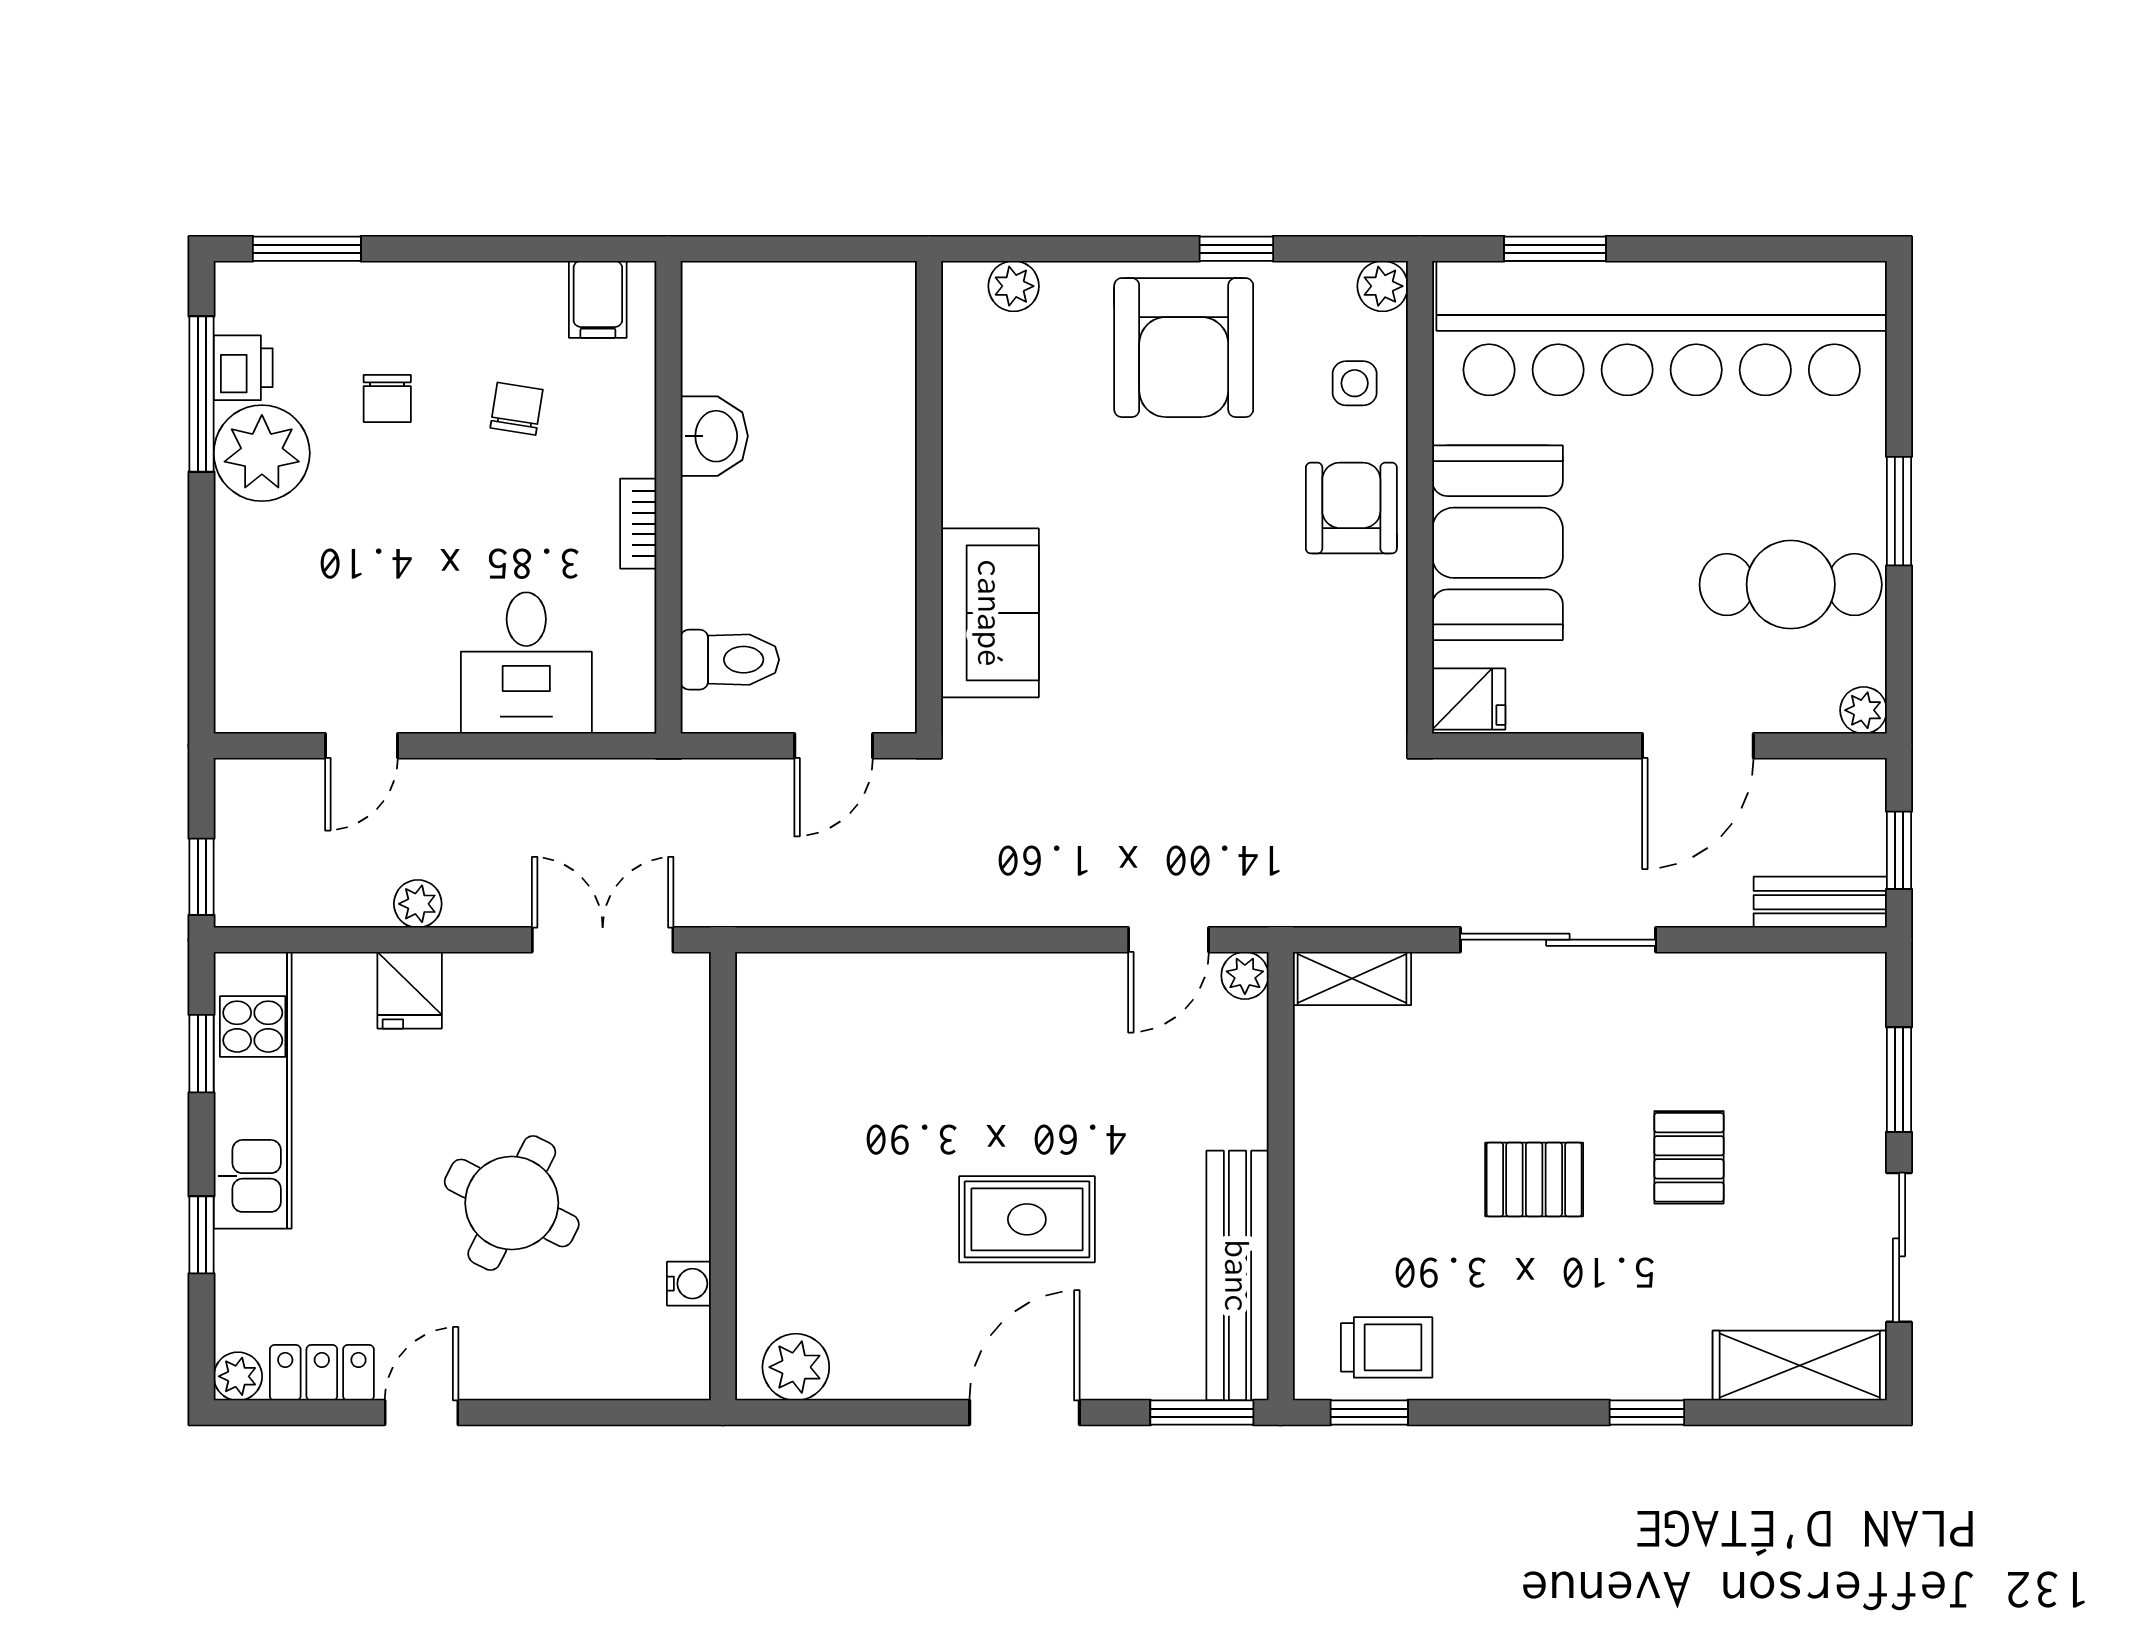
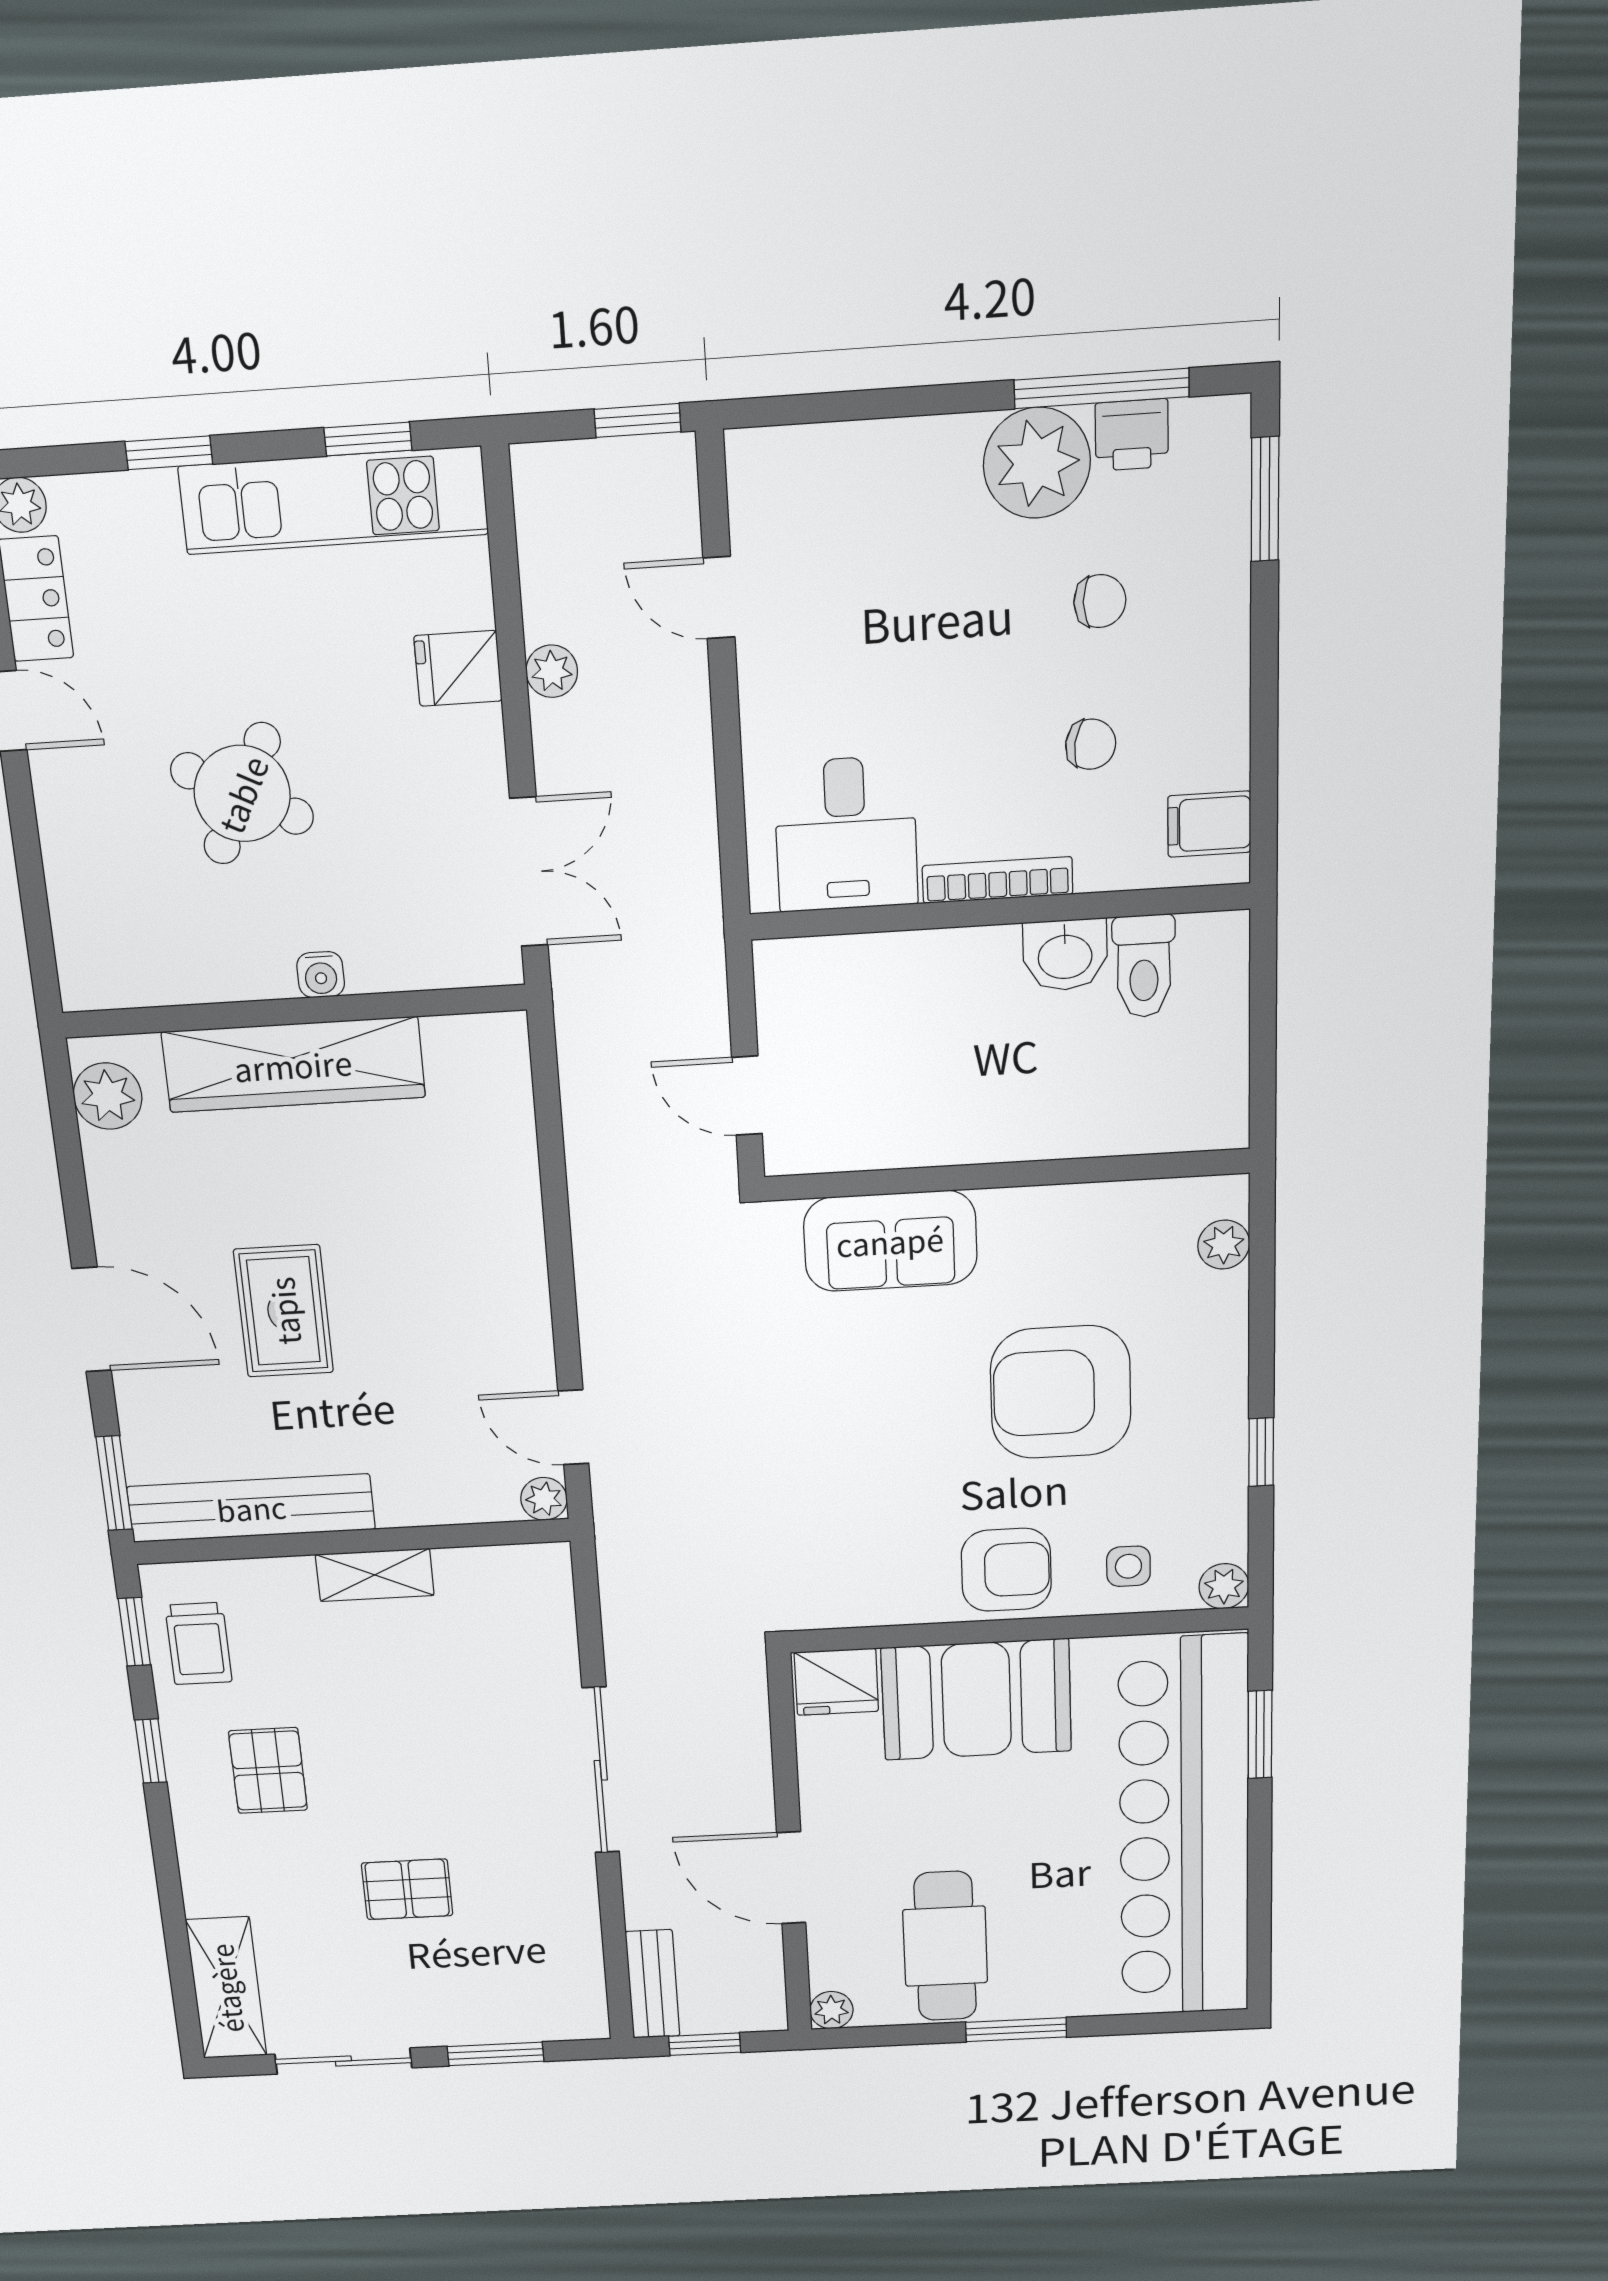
armchair: (1184, 348) -> (1061, 1392), moved
chair: (387, 398) -> (1100, 601), turned 180
bookcase: (638, 524) -> (998, 880), width x1.56
toilet: (730, 660) -> (1144, 966), moved
desk: (526, 663) -> (846, 834), moved, turned -90
fridge: (1469, 699) -> (836, 1682), width x1.38
window: (202, 877) -> (638, 420), moved
shelving: (1352, 978) -> (375, 1575), moved, turned 90
pallet: (1534, 1179) -> (268, 1771), moved
wardrobe: (776, 1183) -> (293, 1065), added
water cooler: (689, 1284) -> (321, 975), moved
window: (1647, 1413) -> (151, 1751), moved

